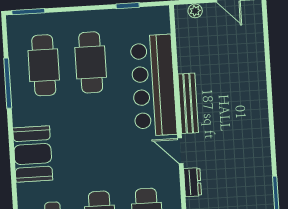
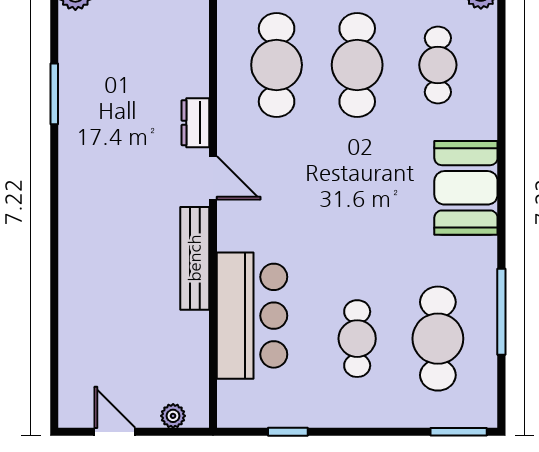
cafe table: (91, 62) -> (357, 339), width x0.73, depth x0.74
bar counter: (154, 85) -> (252, 316), width x0.73

